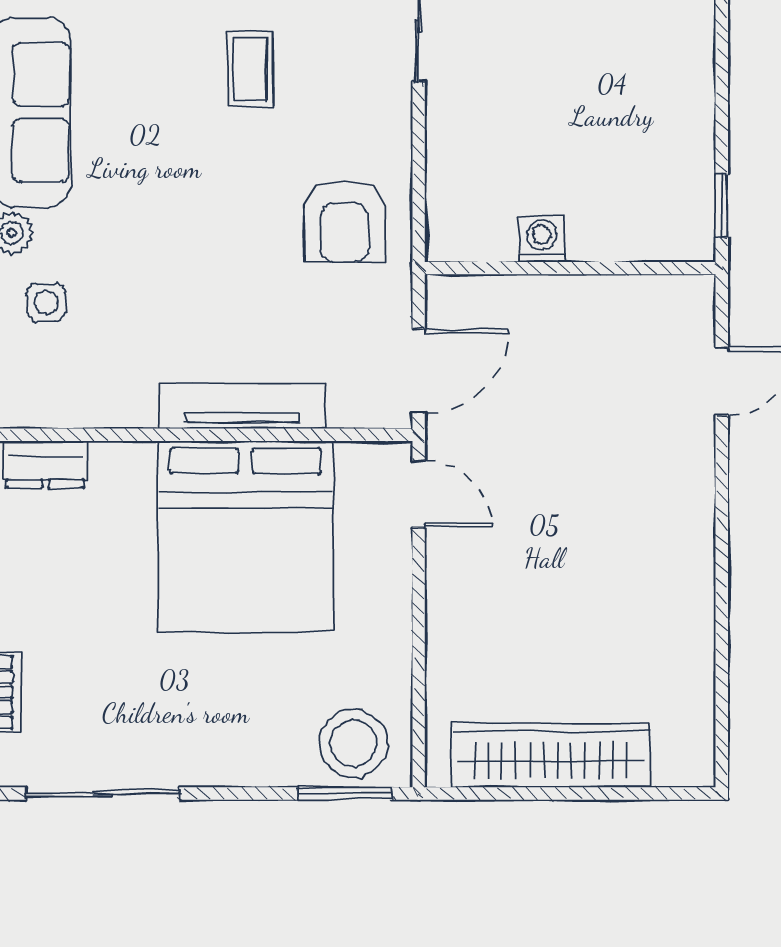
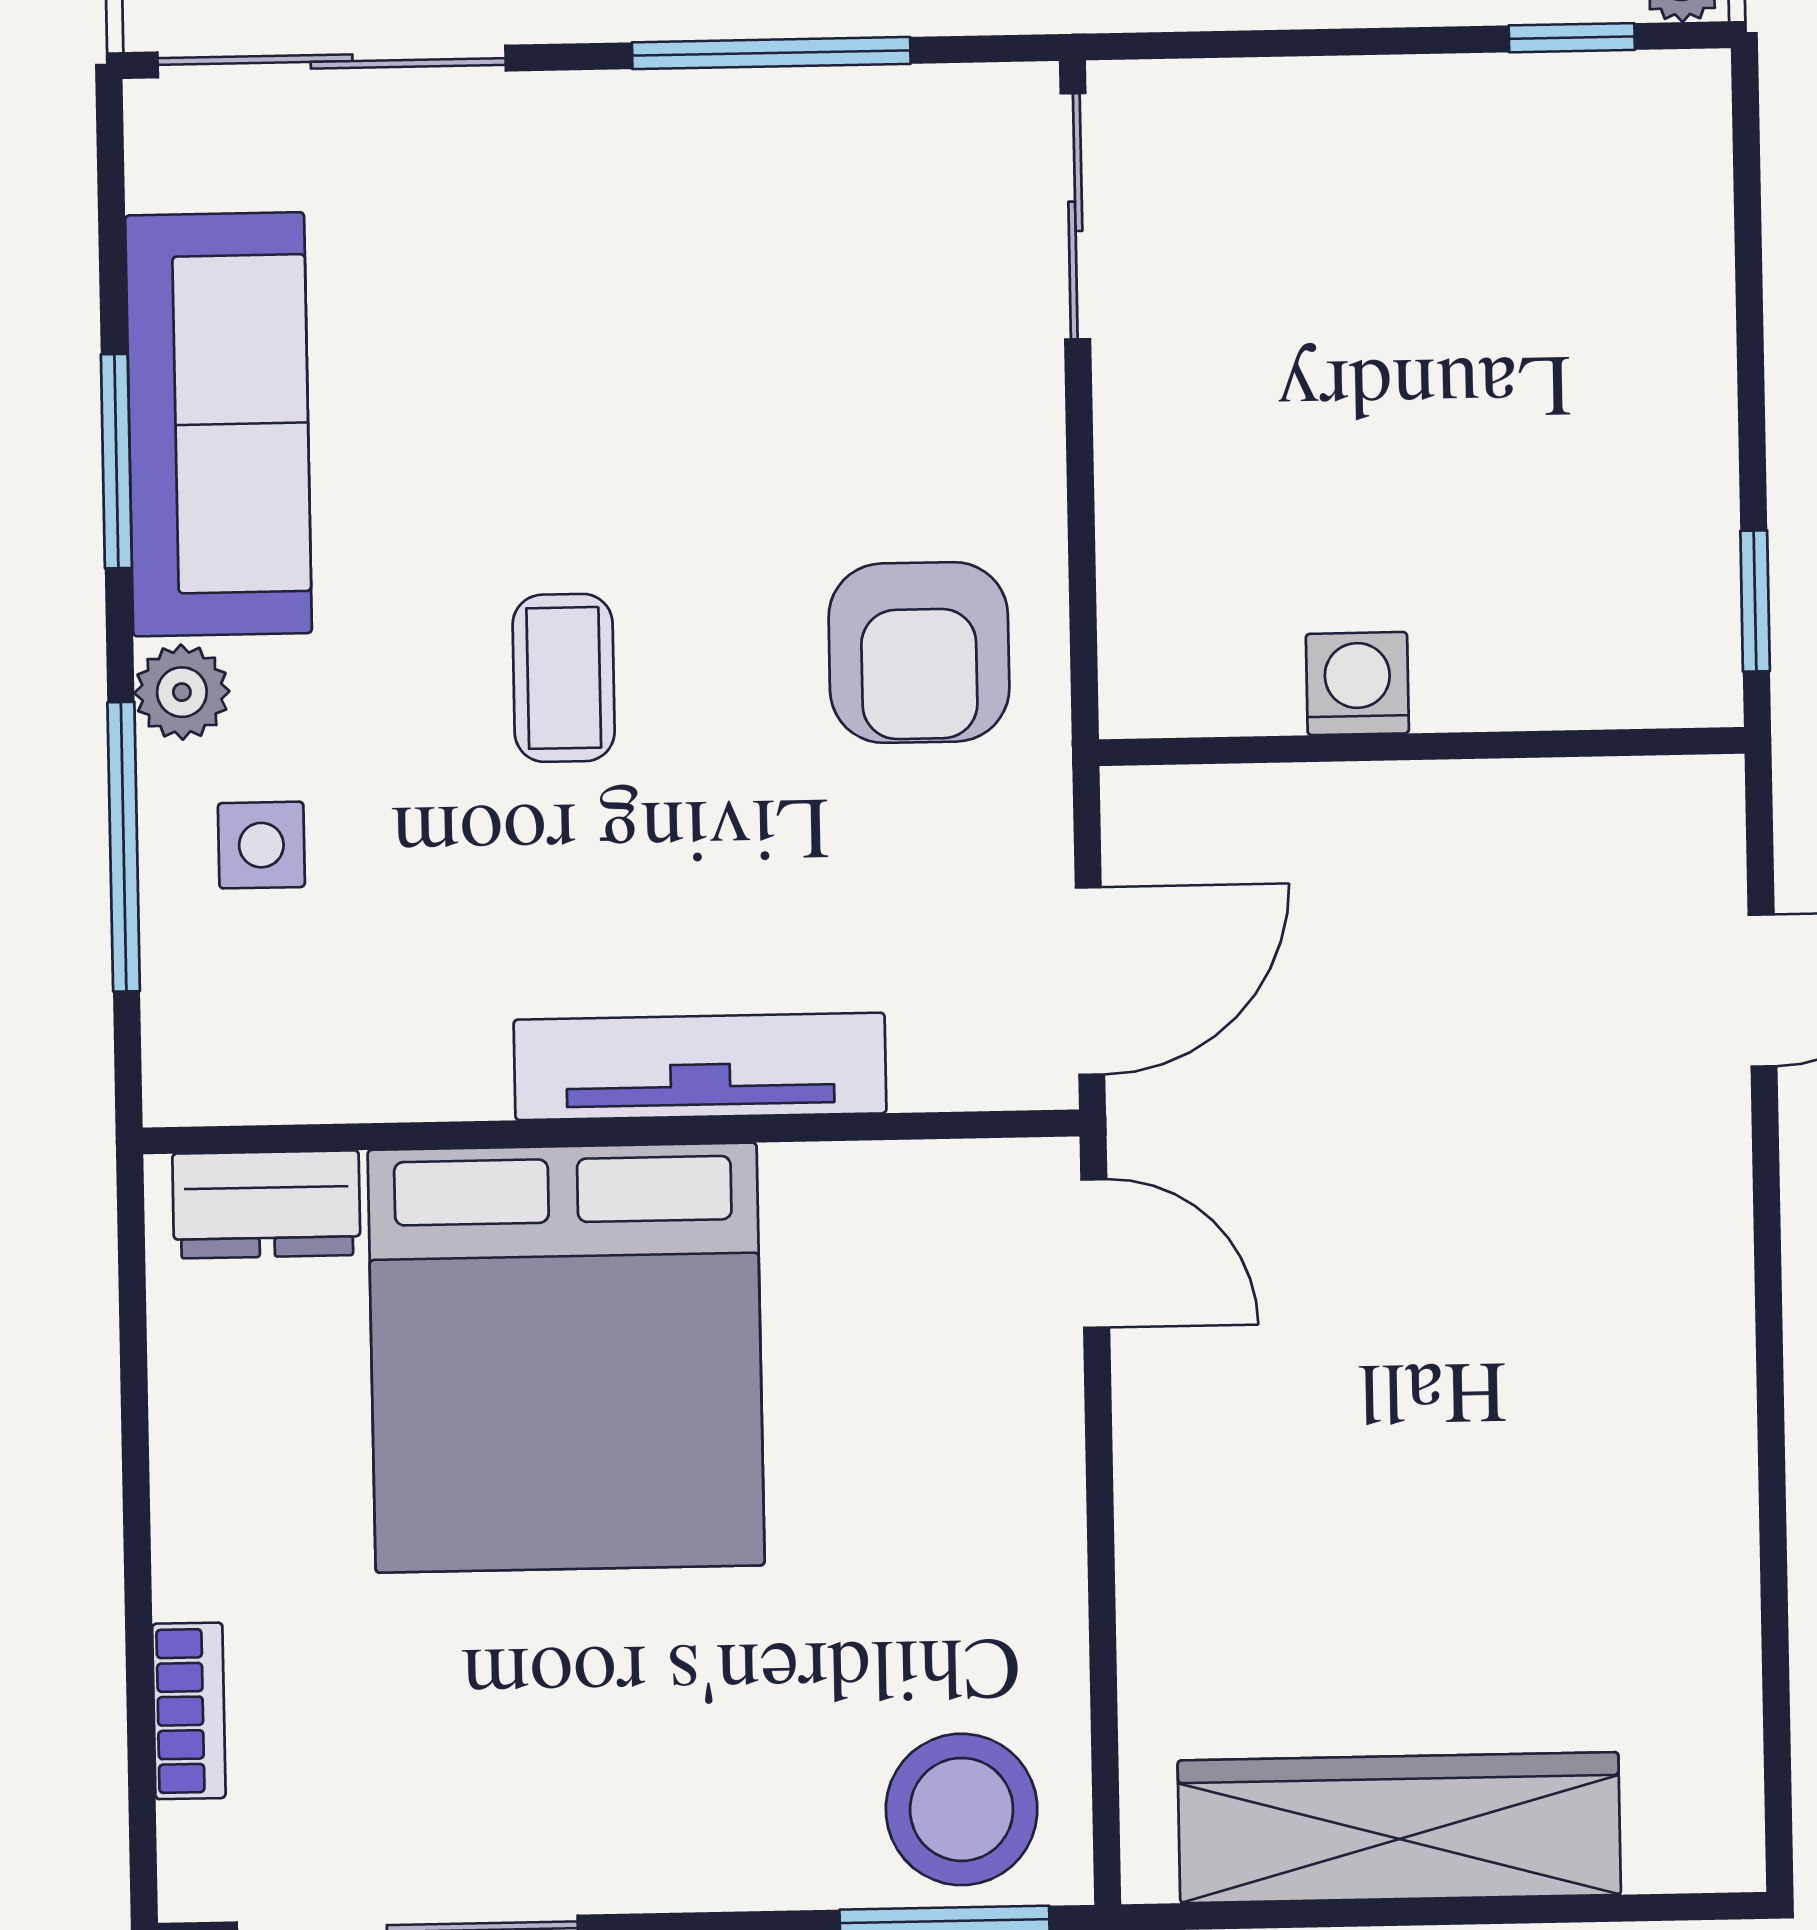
coffee table: (250, 69) -> (564, 678), moved
bed: (245, 536) -> (566, 1358), moved

